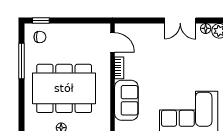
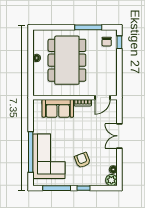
double door: (180, 20) -> (119, 136), moved
armchair: (194, 68) -> (82, 160), added

